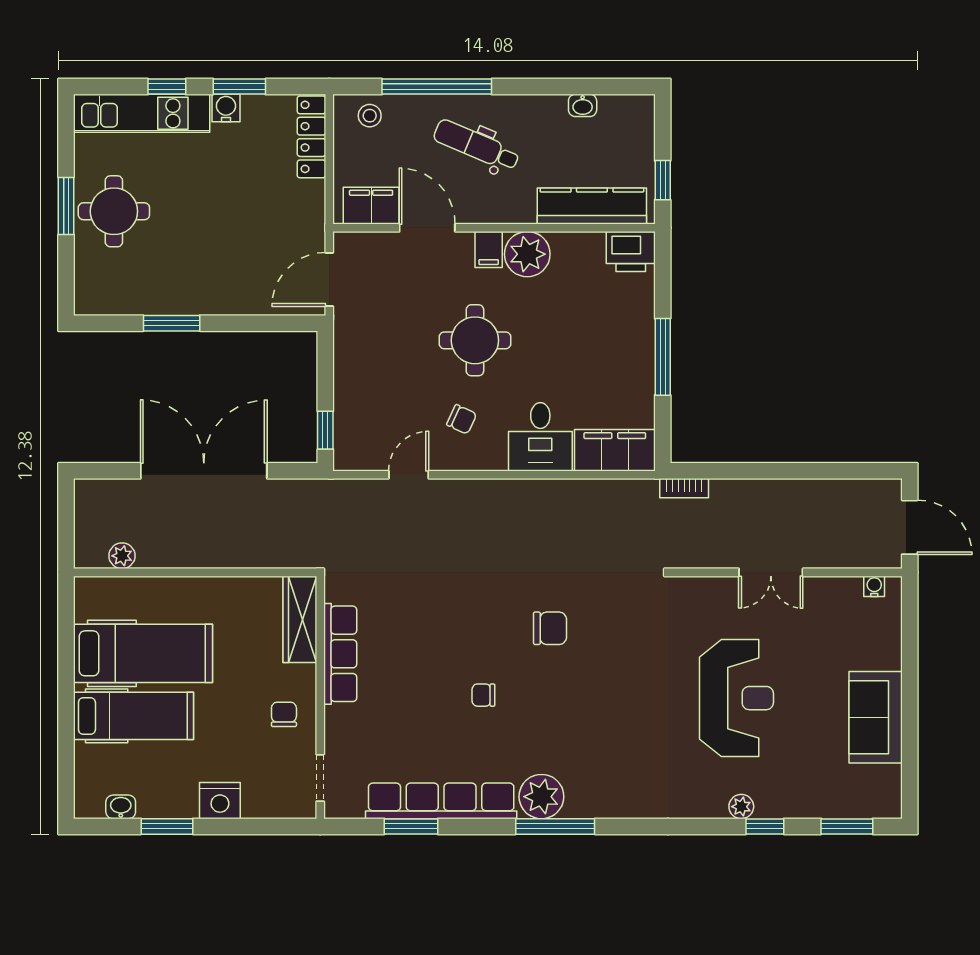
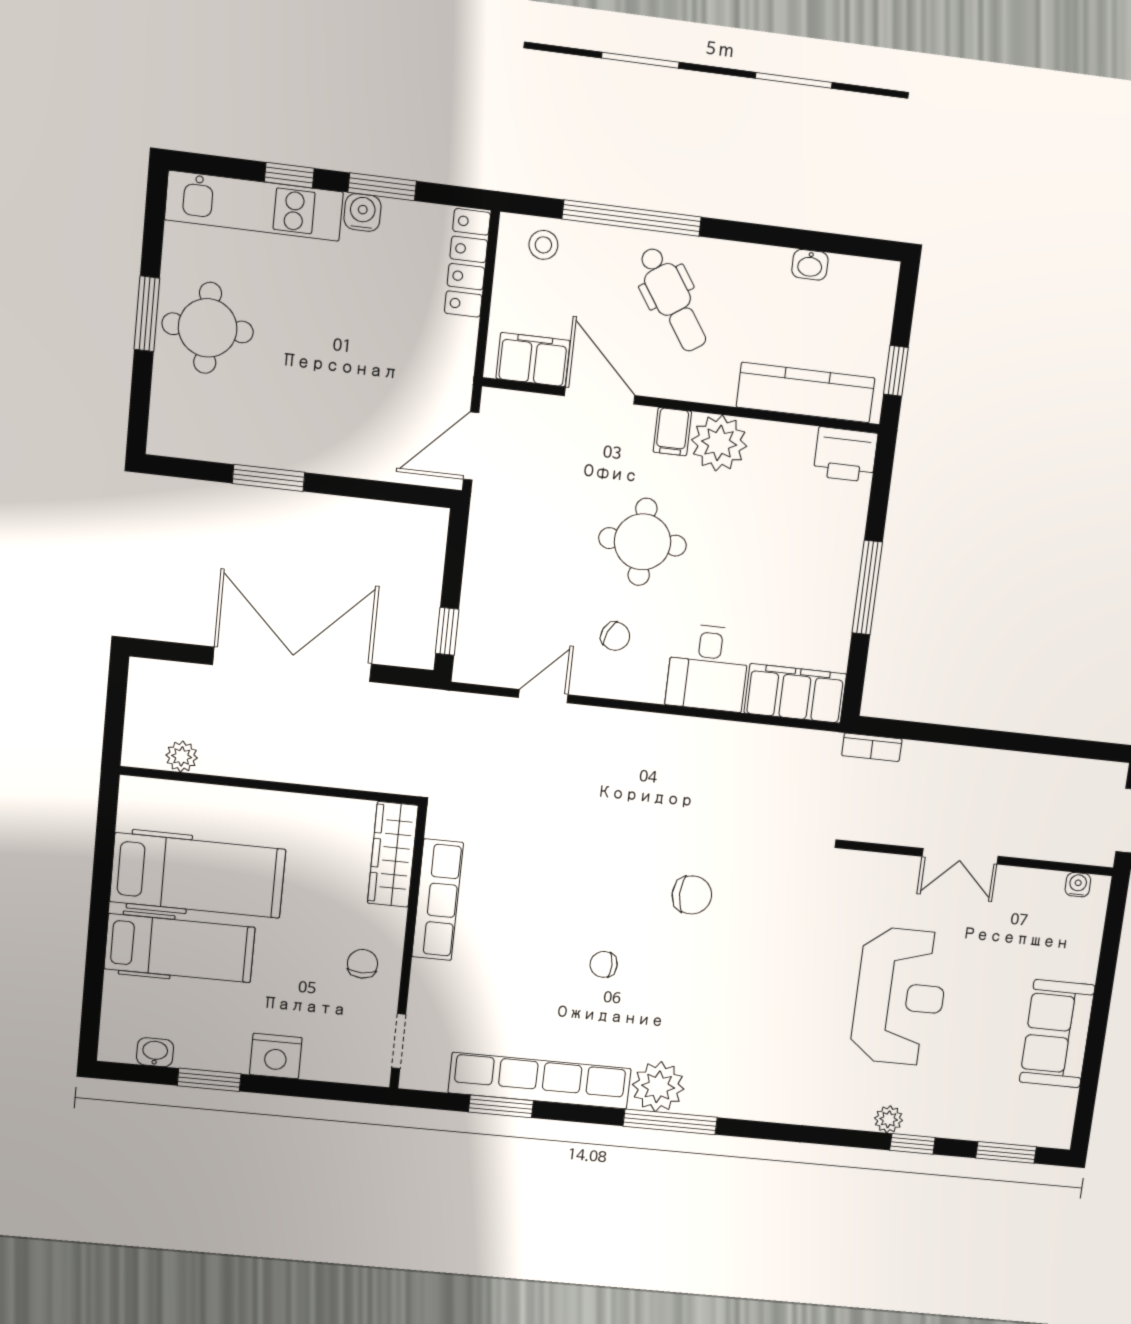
dental chair: (476, 145) -> (672, 299), turned -147

